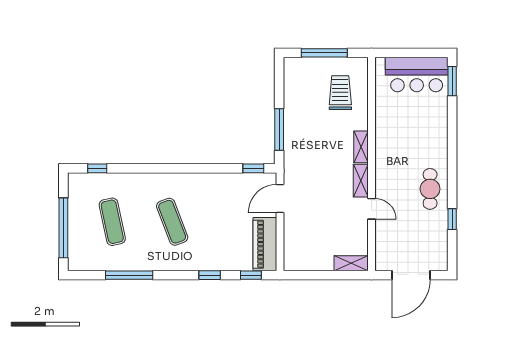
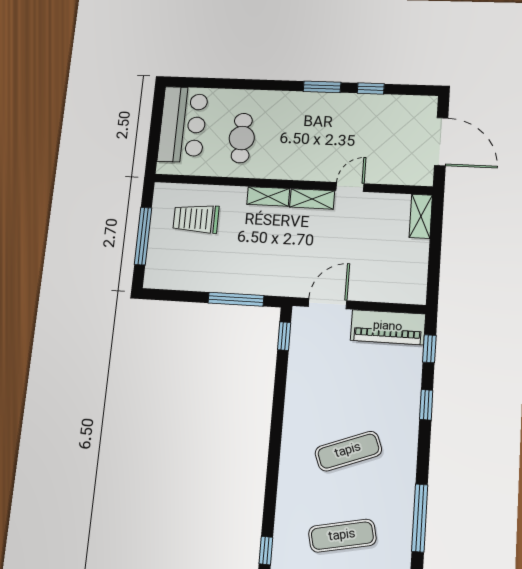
window: (452, 81) -> (322, 87), moved
cafe table: (430, 189) -> (242, 138), moved, turned 90
door: (280, 199) -> (328, 304), swing flipped

